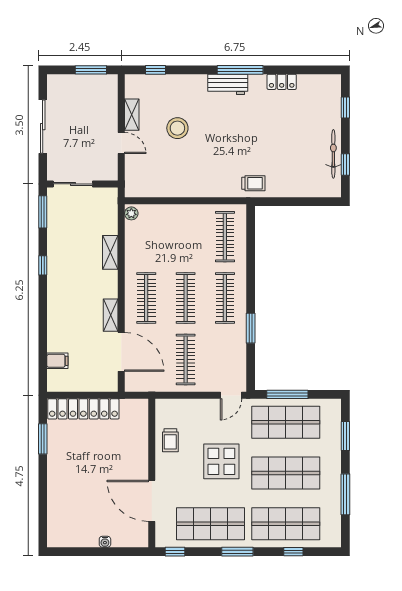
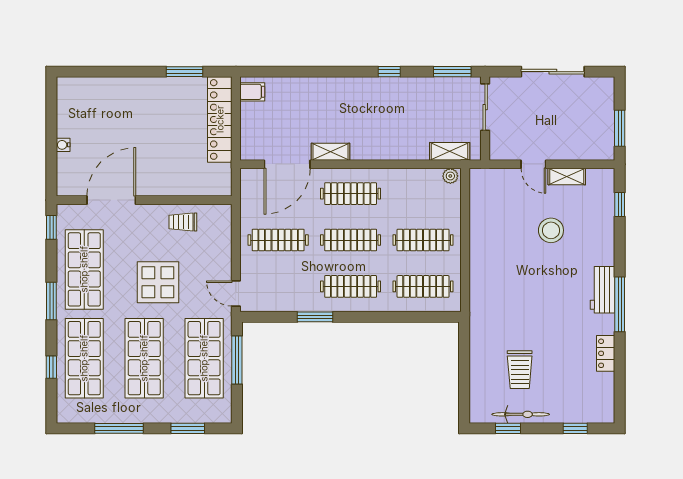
door: (121, 143) -> (533, 164), hinge flipped
trolley: (253, 183) -> (520, 370), moved, width x1.36, depth x1.39
clothes rail: (186, 237) -> (423, 240), added
shelving: (110, 252) -> (450, 151), moved
filing cabinet: (57, 361) -> (252, 92), moved, turned -90

